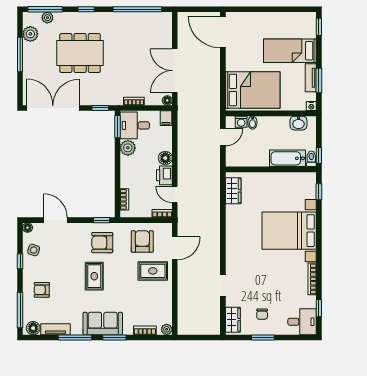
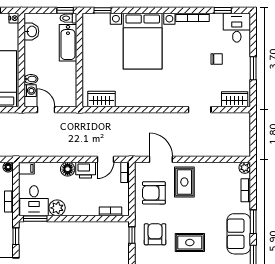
armchair: (102, 243) -> (155, 234), turned 180
chair: (262, 314) -> (217, 59), moved

